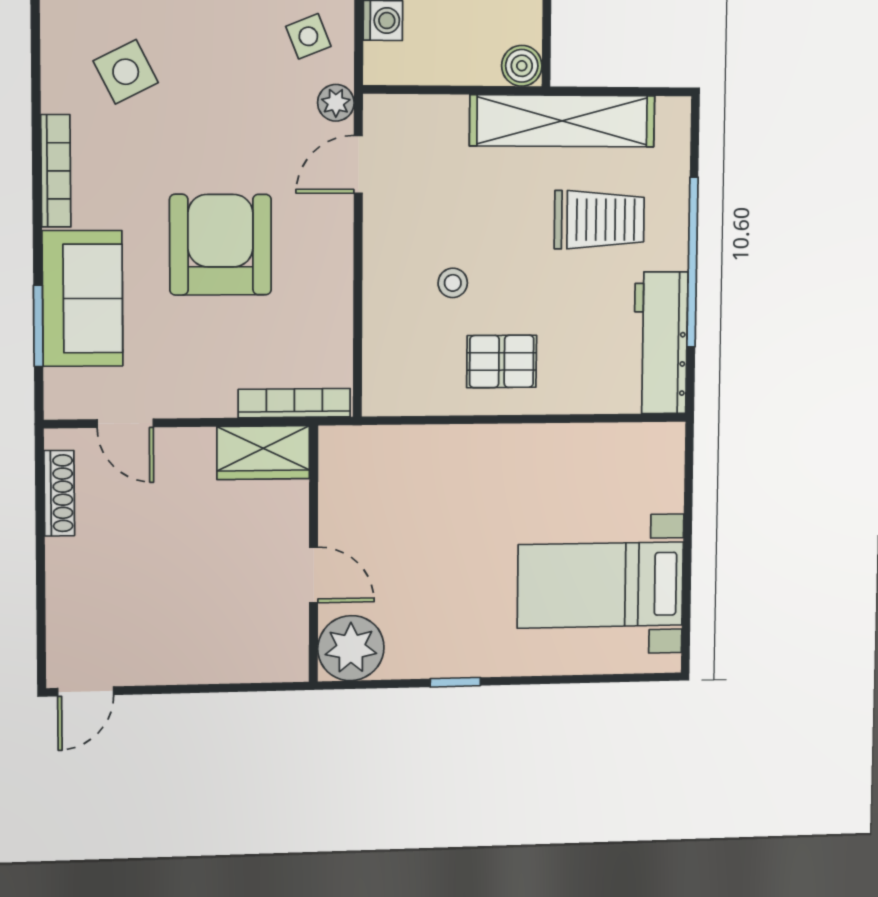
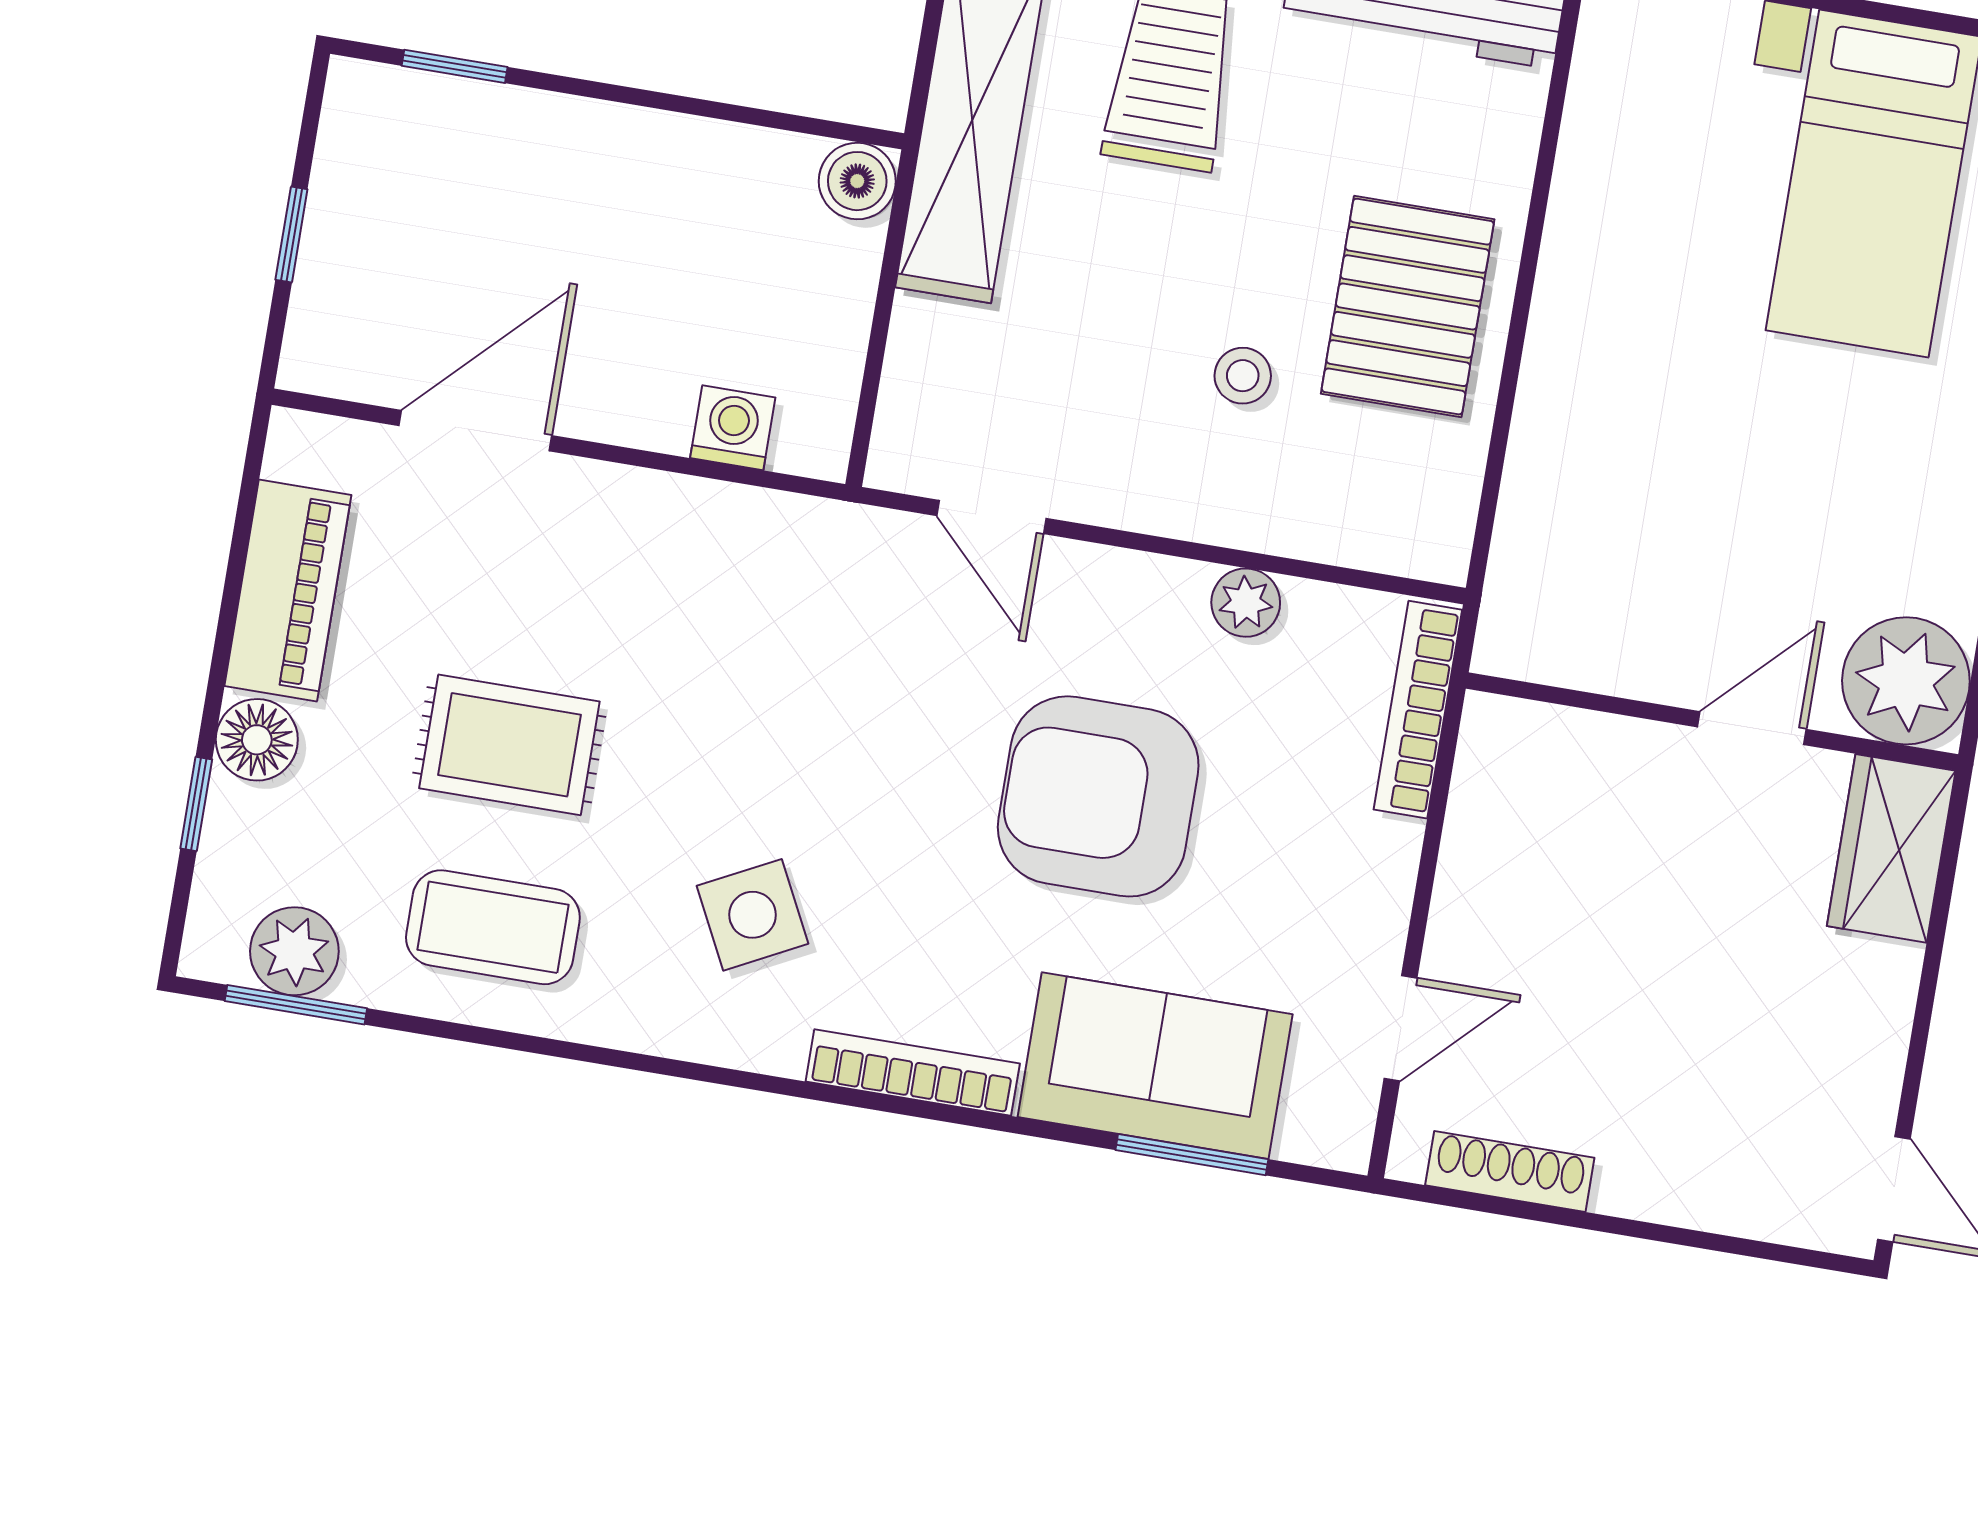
side table: (308, 36) -> (740, 570), removed
plant: (336, 103) -> (1246, 603), moved
pallet: (502, 361) -> (1408, 307), width x1.50, depth x1.42
wardrobe: (263, 453) -> (1891, 848), moved, turned 180

